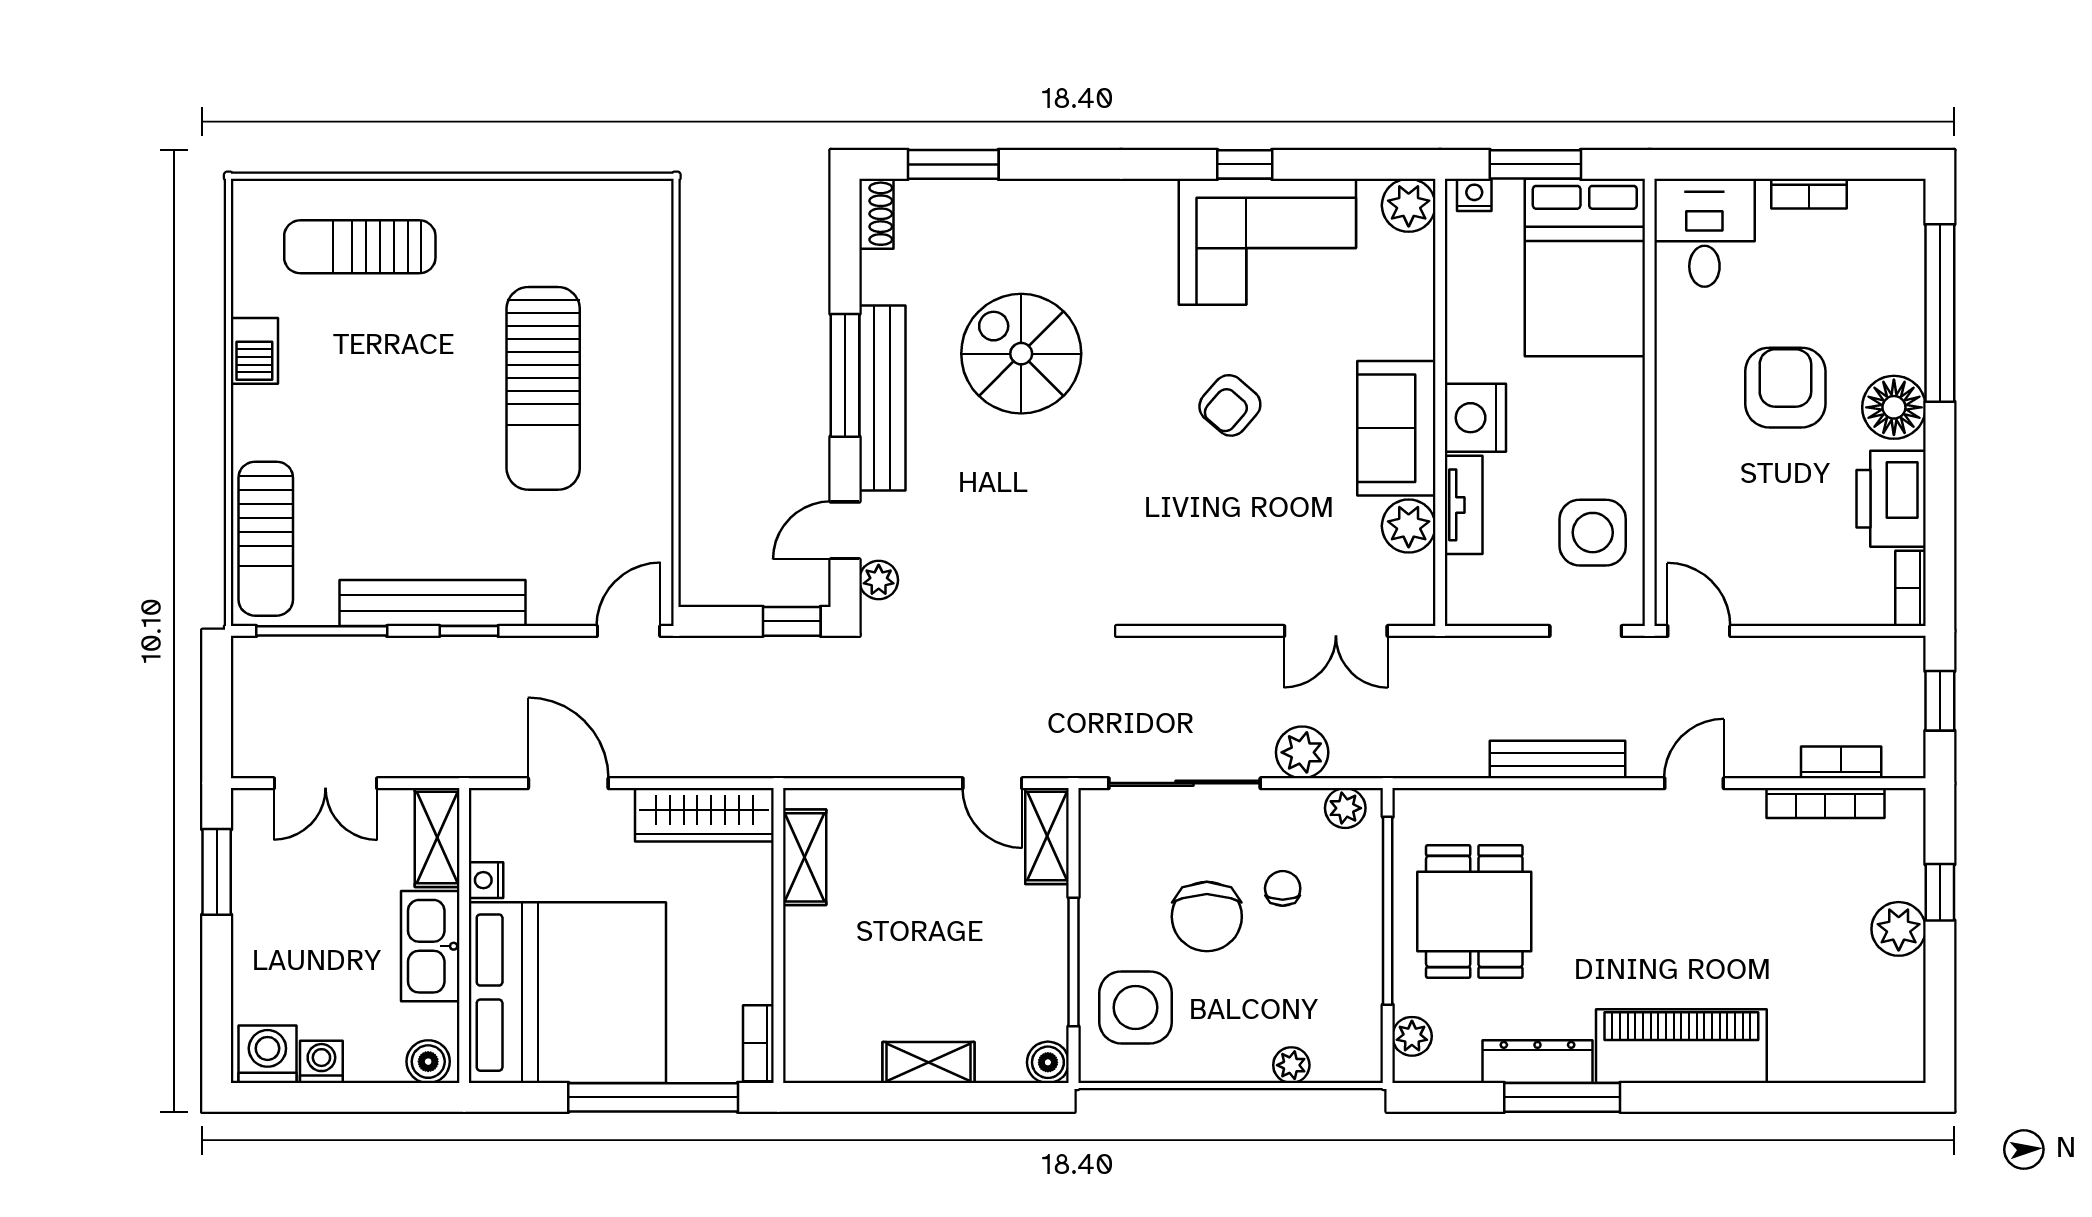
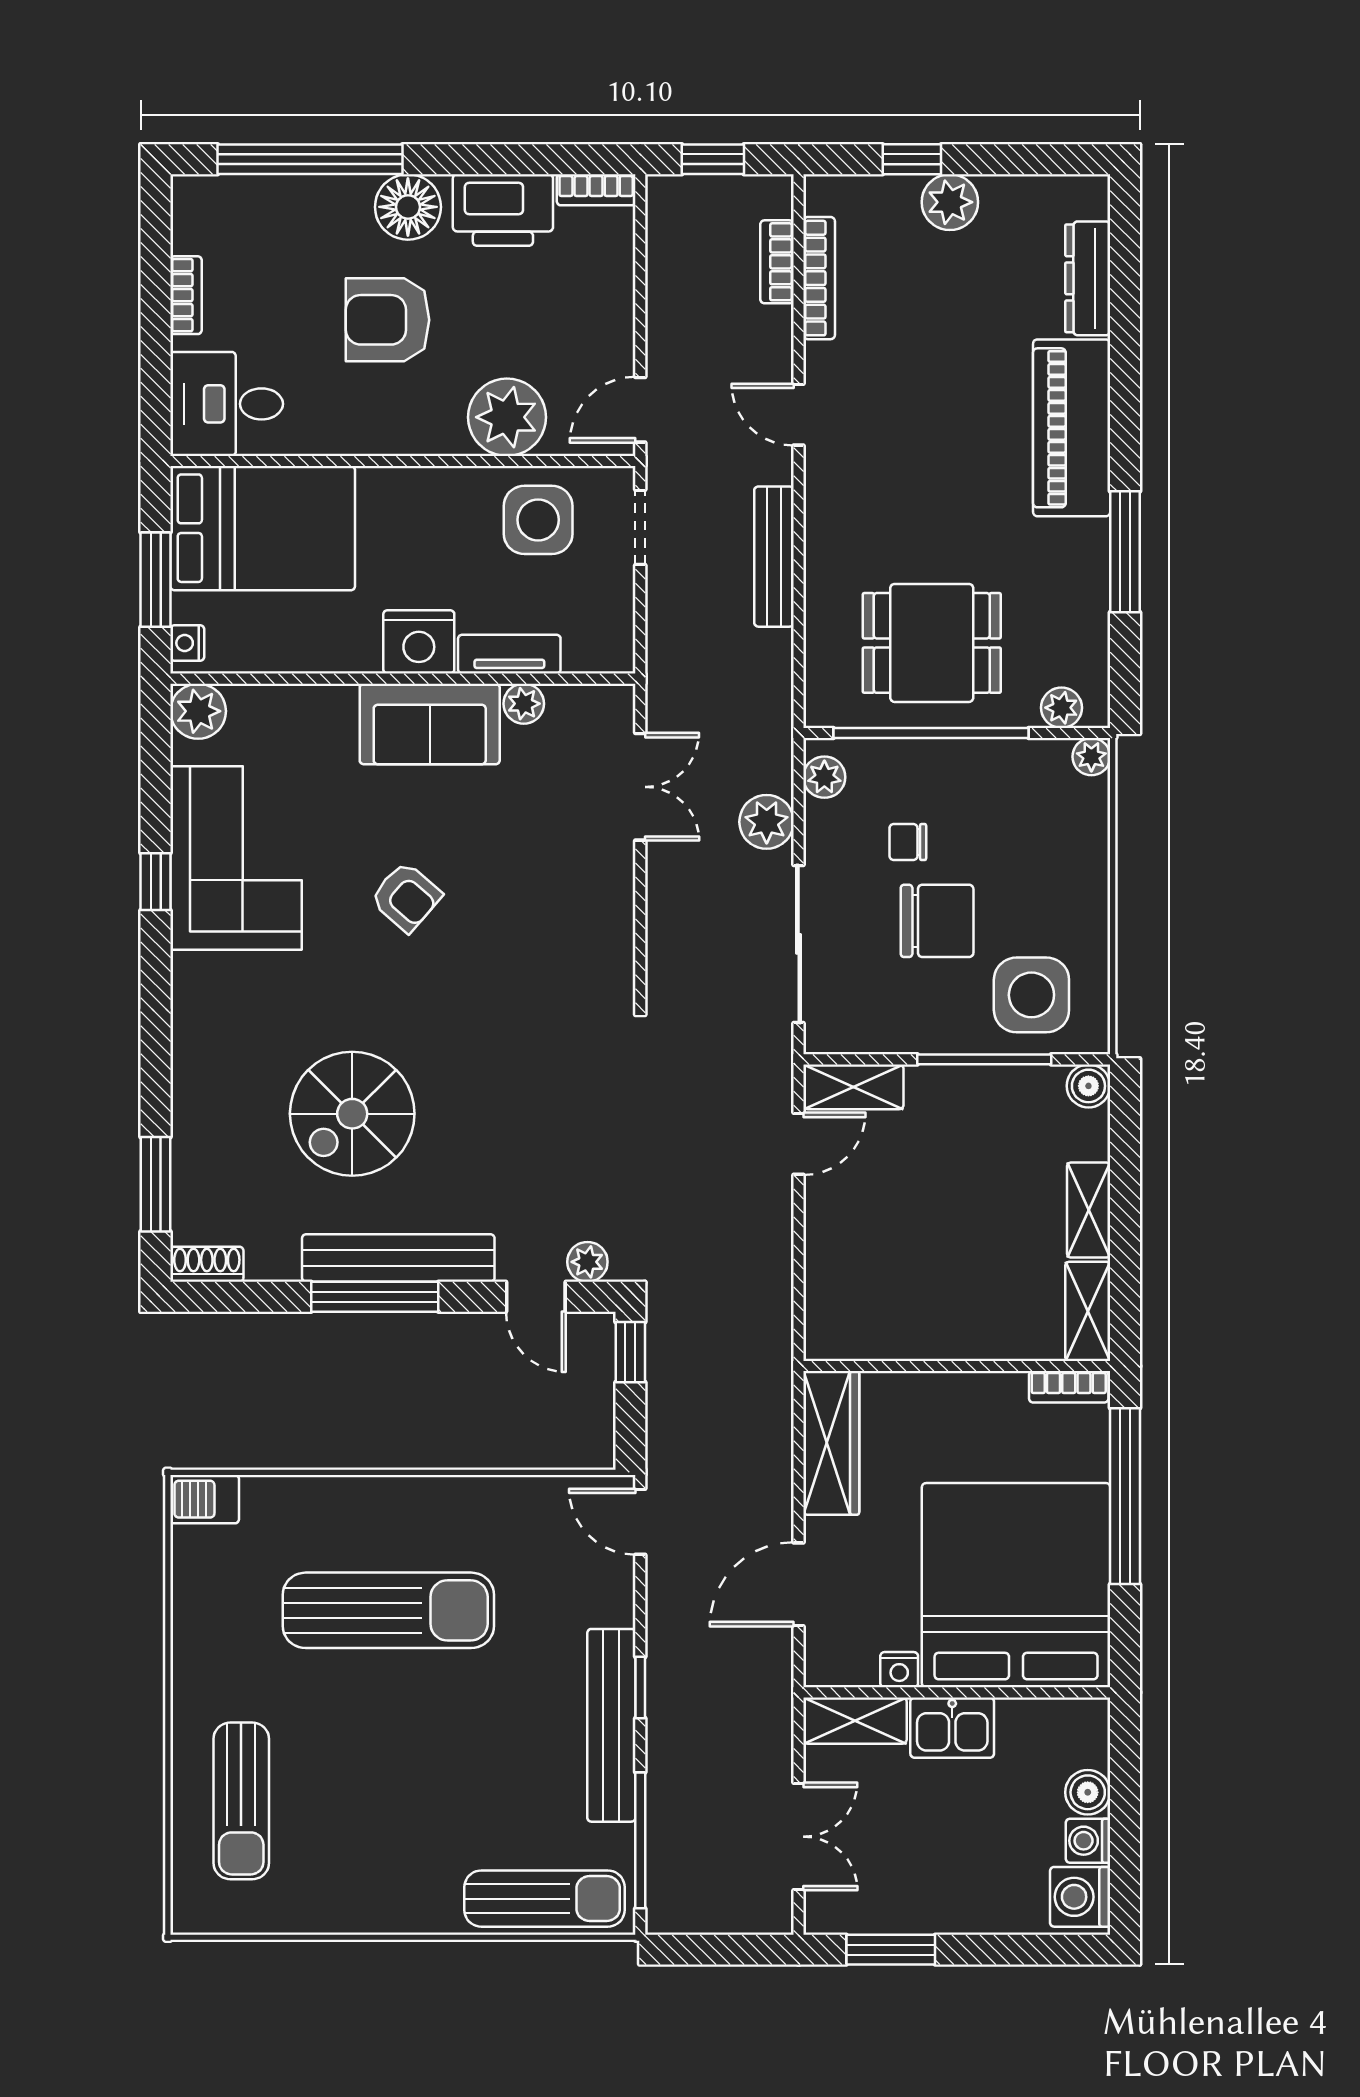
barbecue: (254, 351) -> (205, 1499), moved, turned 180
plant: (1692, 503) -> (507, 417), added
plant: (1409, 526) -> (524, 704), width x0.73, depth x0.73
shelving: (805, 857) -> (1088, 1311), moved, turned 90
kitchen sink: (430, 946) -> (952, 1728), width x0.73
boiler: (428, 1062) -> (1088, 1792), moved
dresser: (1537, 1062) -> (1088, 278), moved
plant: (1291, 1065) -> (1091, 757), moved

